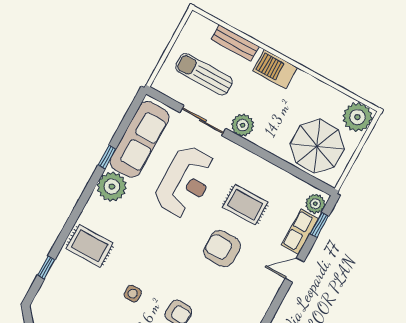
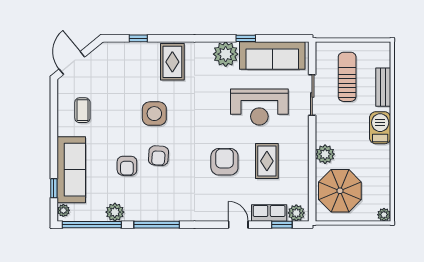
plant: (357, 117) -> (384, 215), width x0.53, depth x0.53
plant: (243, 125) -> (325, 154), moved
side table: (133, 294) -> (154, 114), width x1.87, depth x1.87

